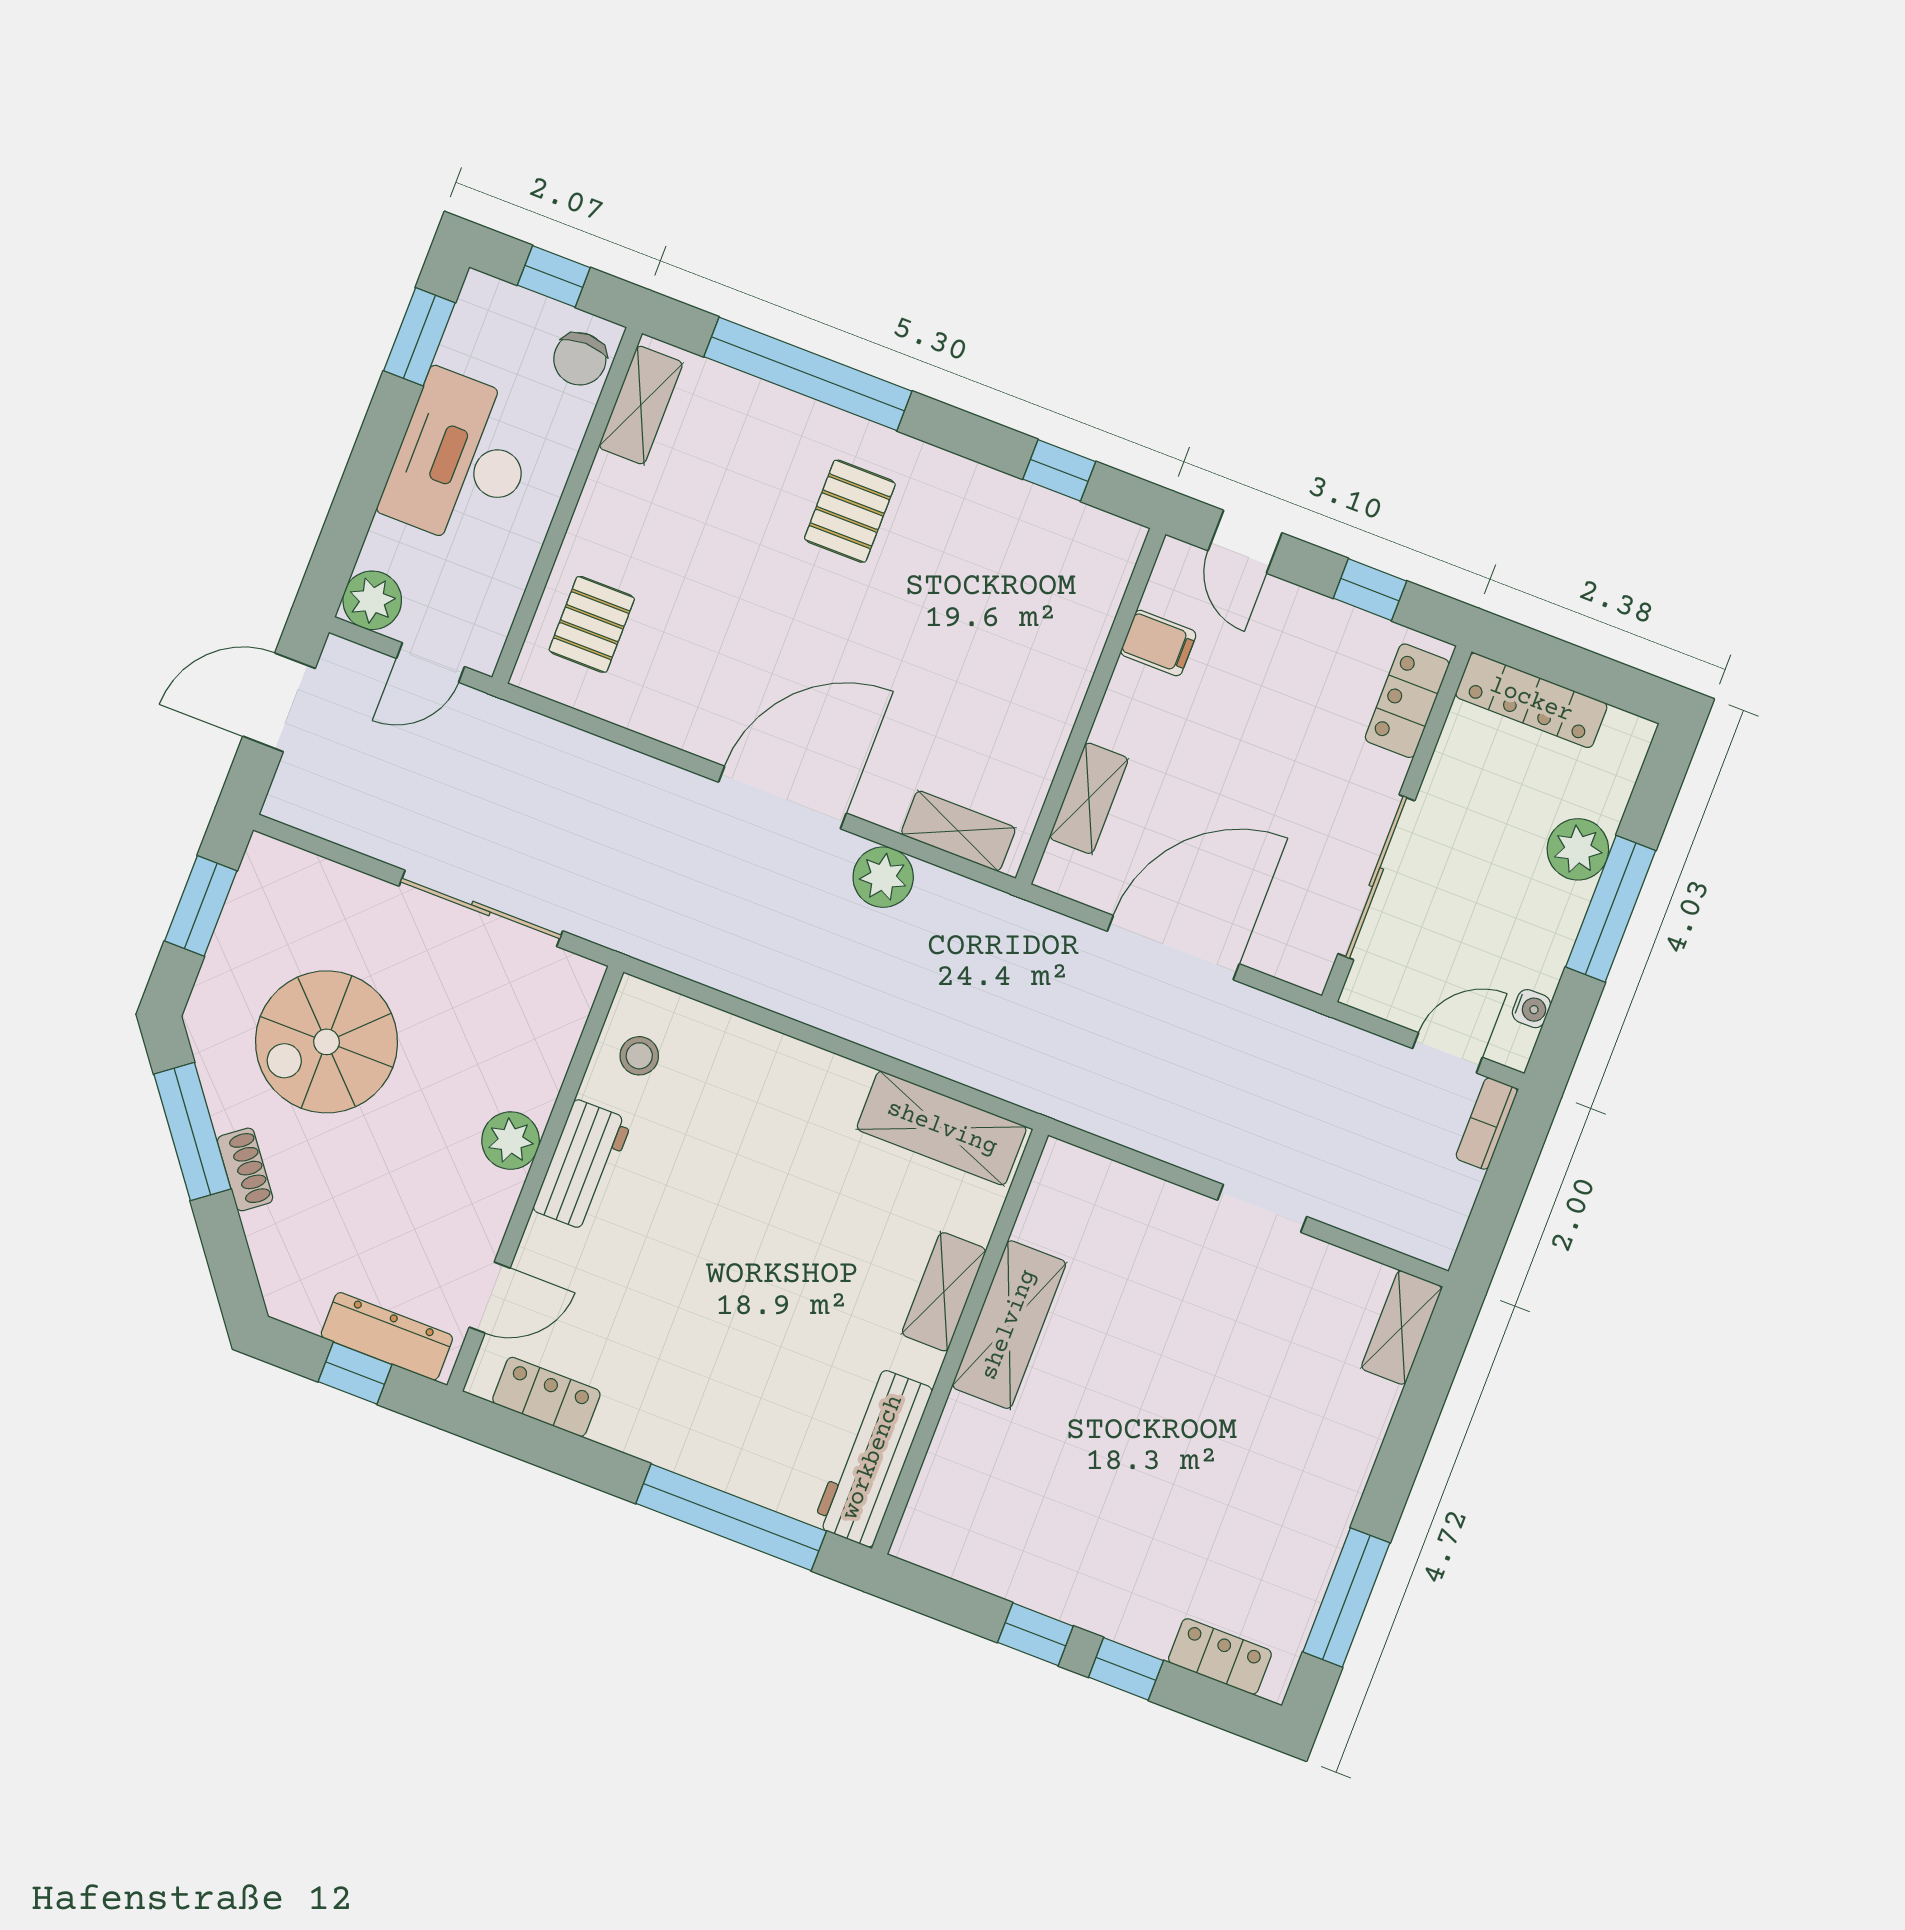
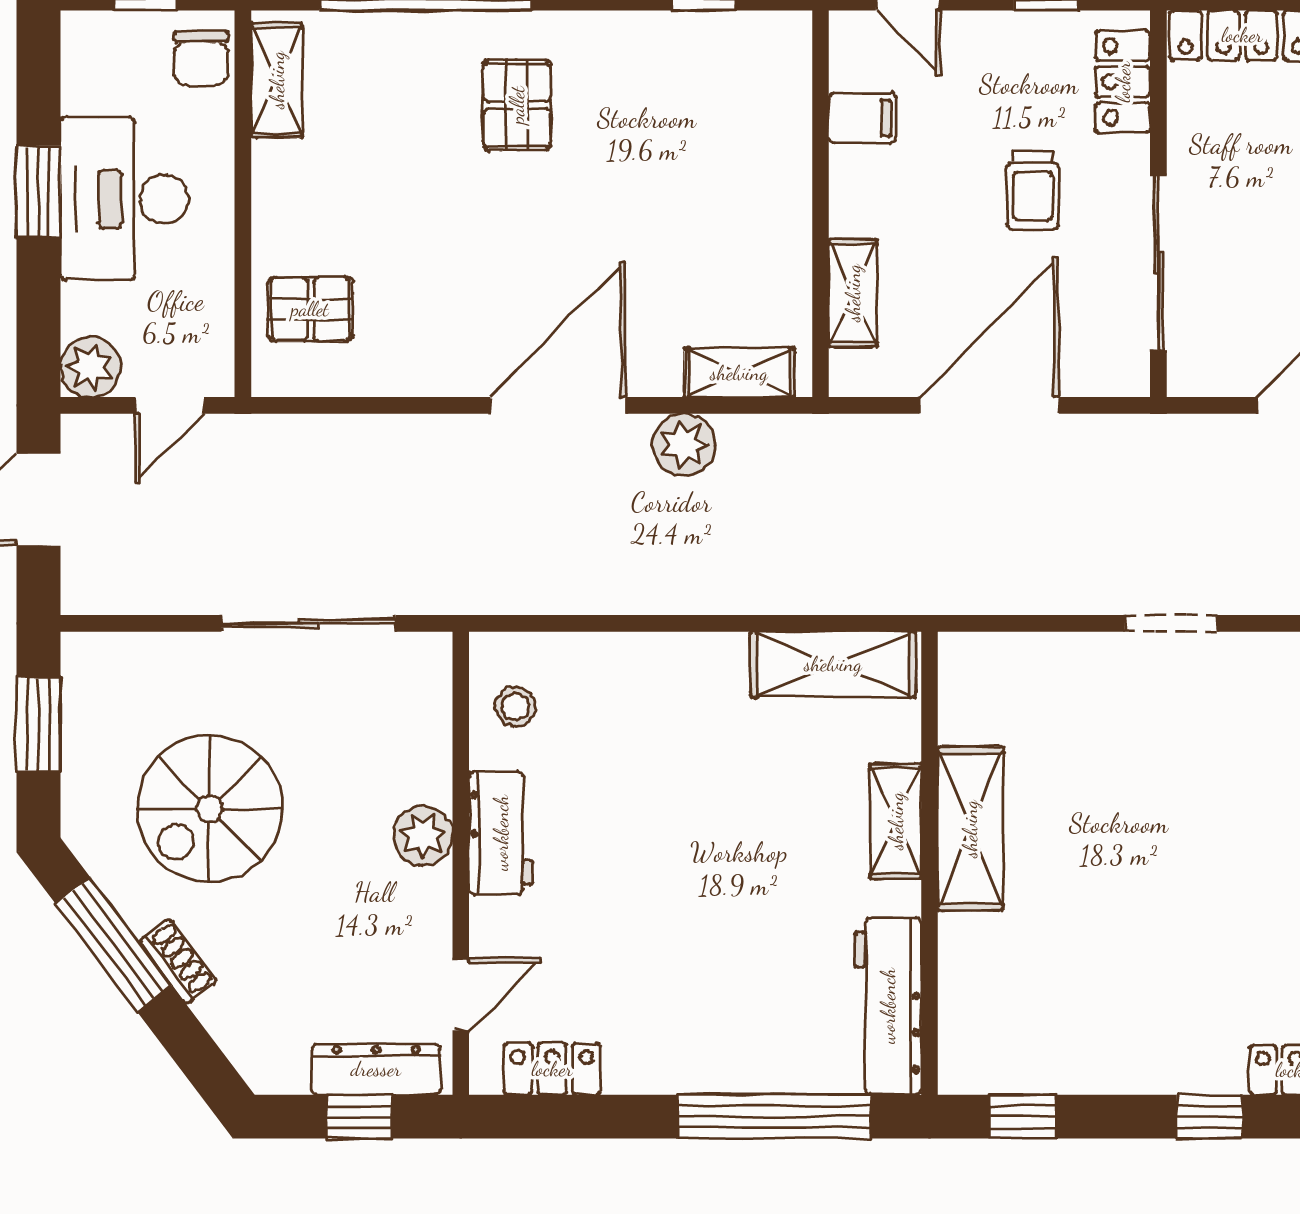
window: (419, 337) -> (38, 192), moved
pallet: (592, 624) -> (310, 309), turned 90
trolley: (1288, 768) -> (1033, 190), added
window: (1035, 1634) -> (1023, 1117), moved

